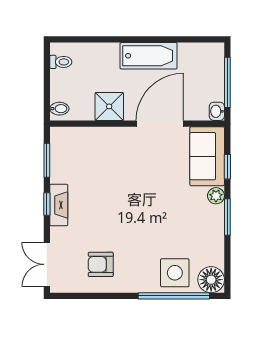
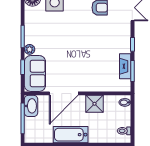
washbasin: (217, 111) -> (31, 106), width x1.91, depth x1.45
fireplace: (59, 205) -> (125, 66), moved

